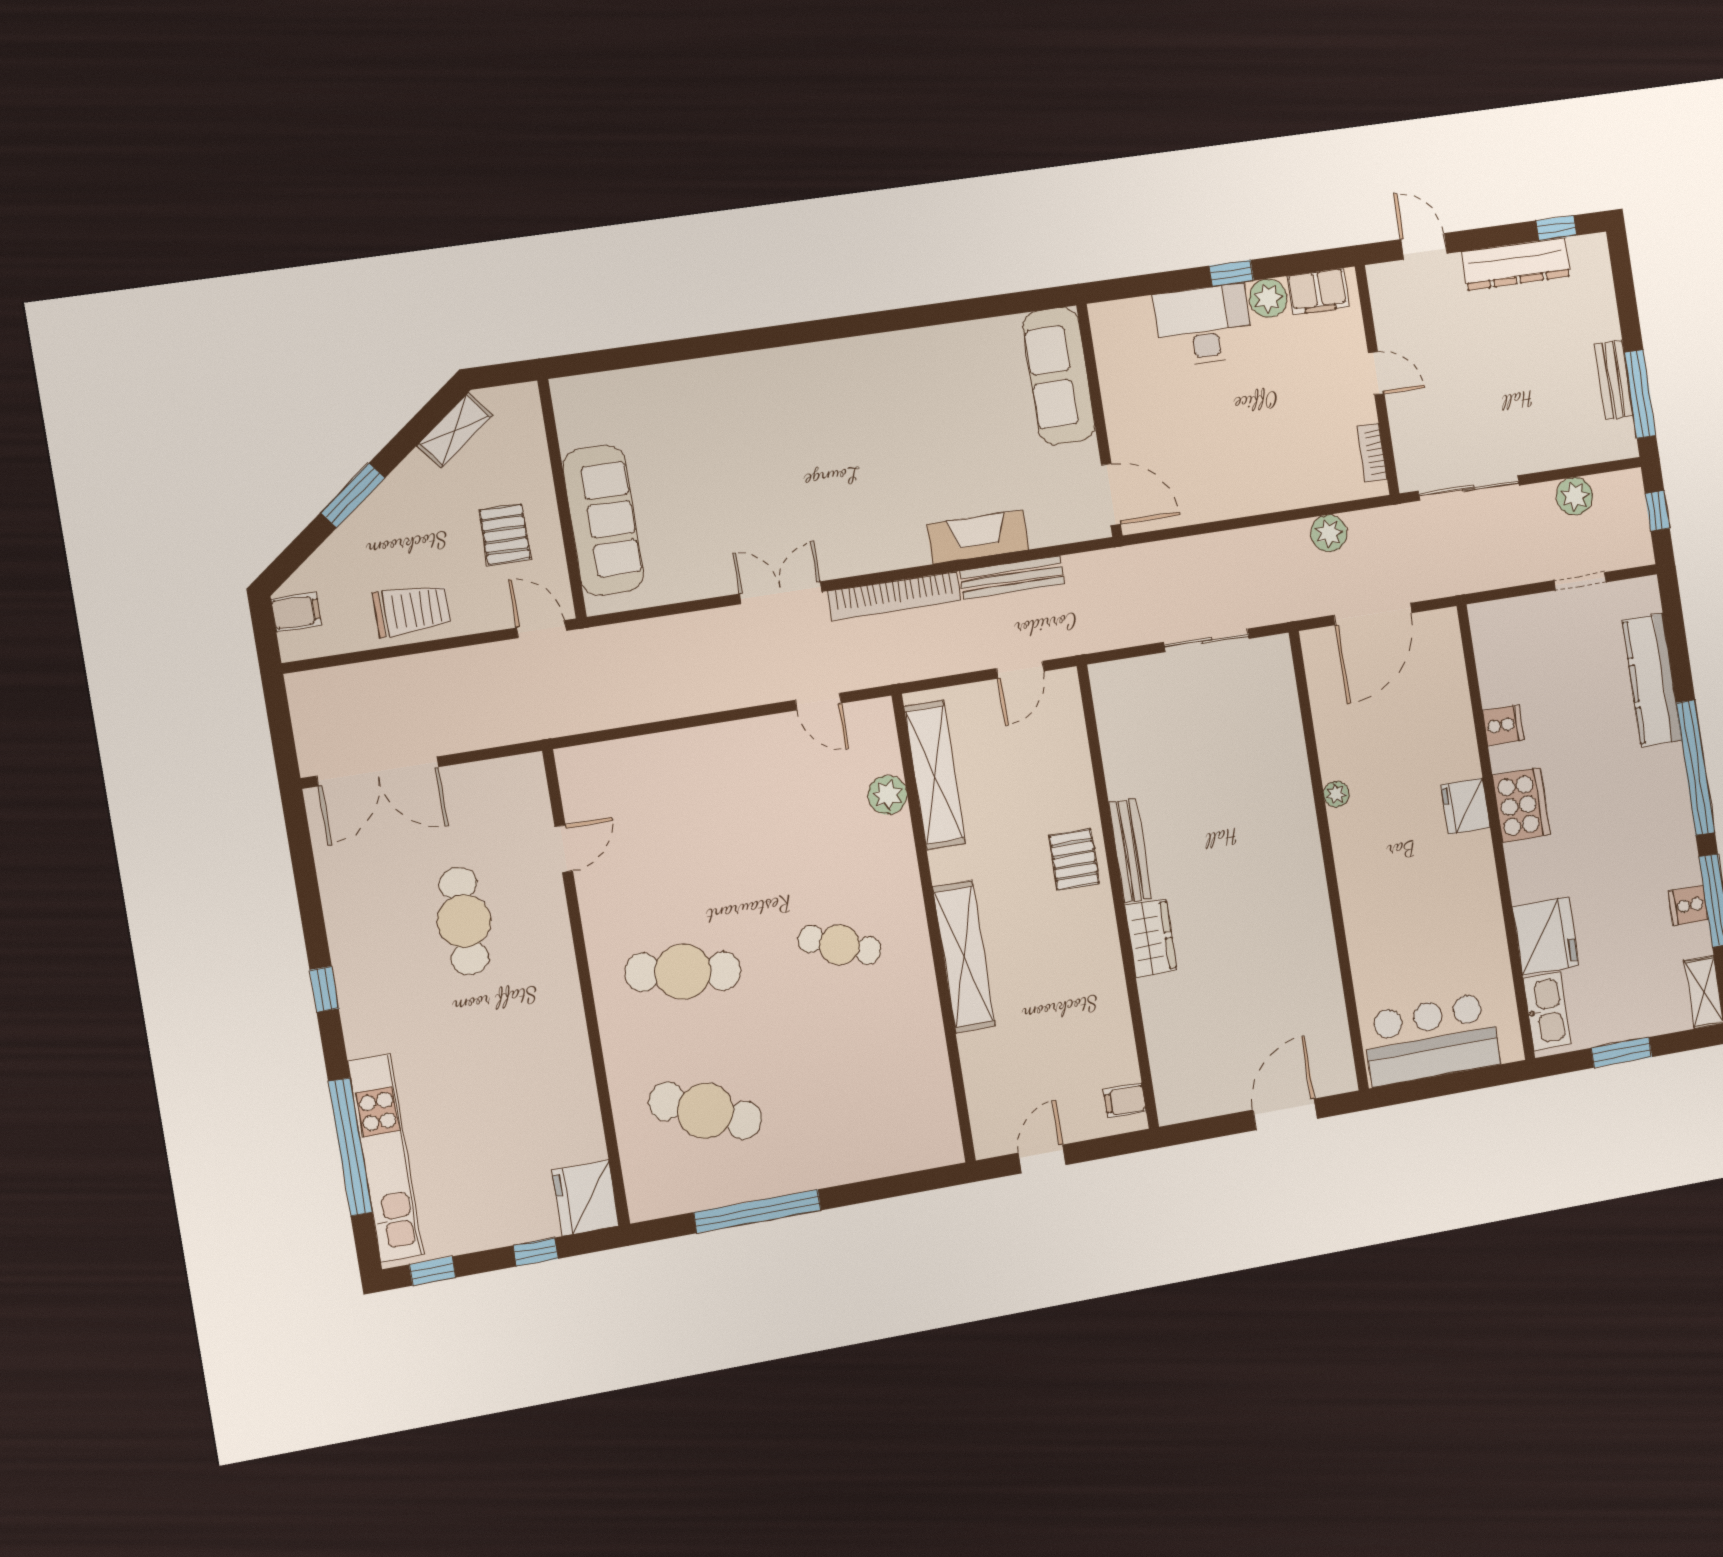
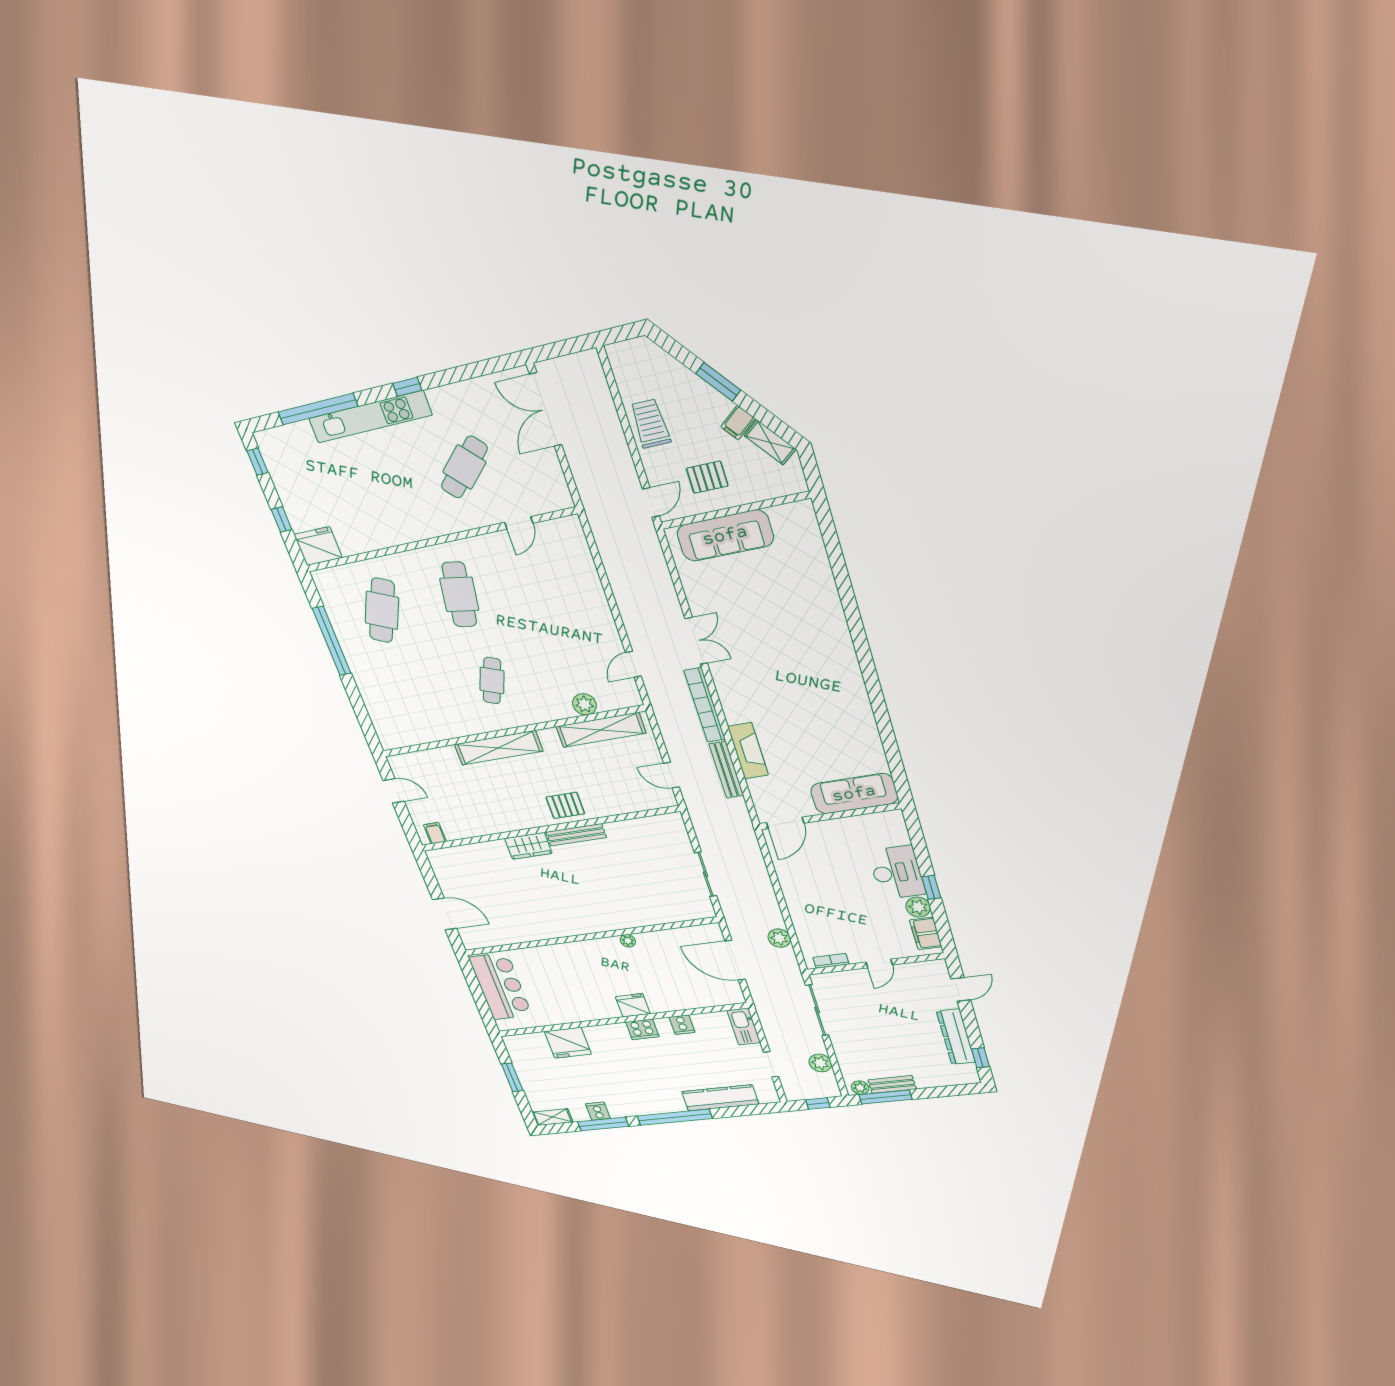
plant: (1622, 435) -> (860, 1088), added
trolley: (412, 610) -> (650, 424), turned 180
filing cabinet: (296, 612) -> (738, 423), moved, turned 52
cooker: (1521, 805) -> (642, 1029), width x0.73, depth x0.76
door: (564, 849) -> (519, 523), hinge flipped
cafe table: (464, 921) -> (464, 467), turned -43
kitchen sink: (1547, 1011) -> (744, 1027), moved, turned 90
kitchen unit: (385, 1158) -> (370, 417), moved

